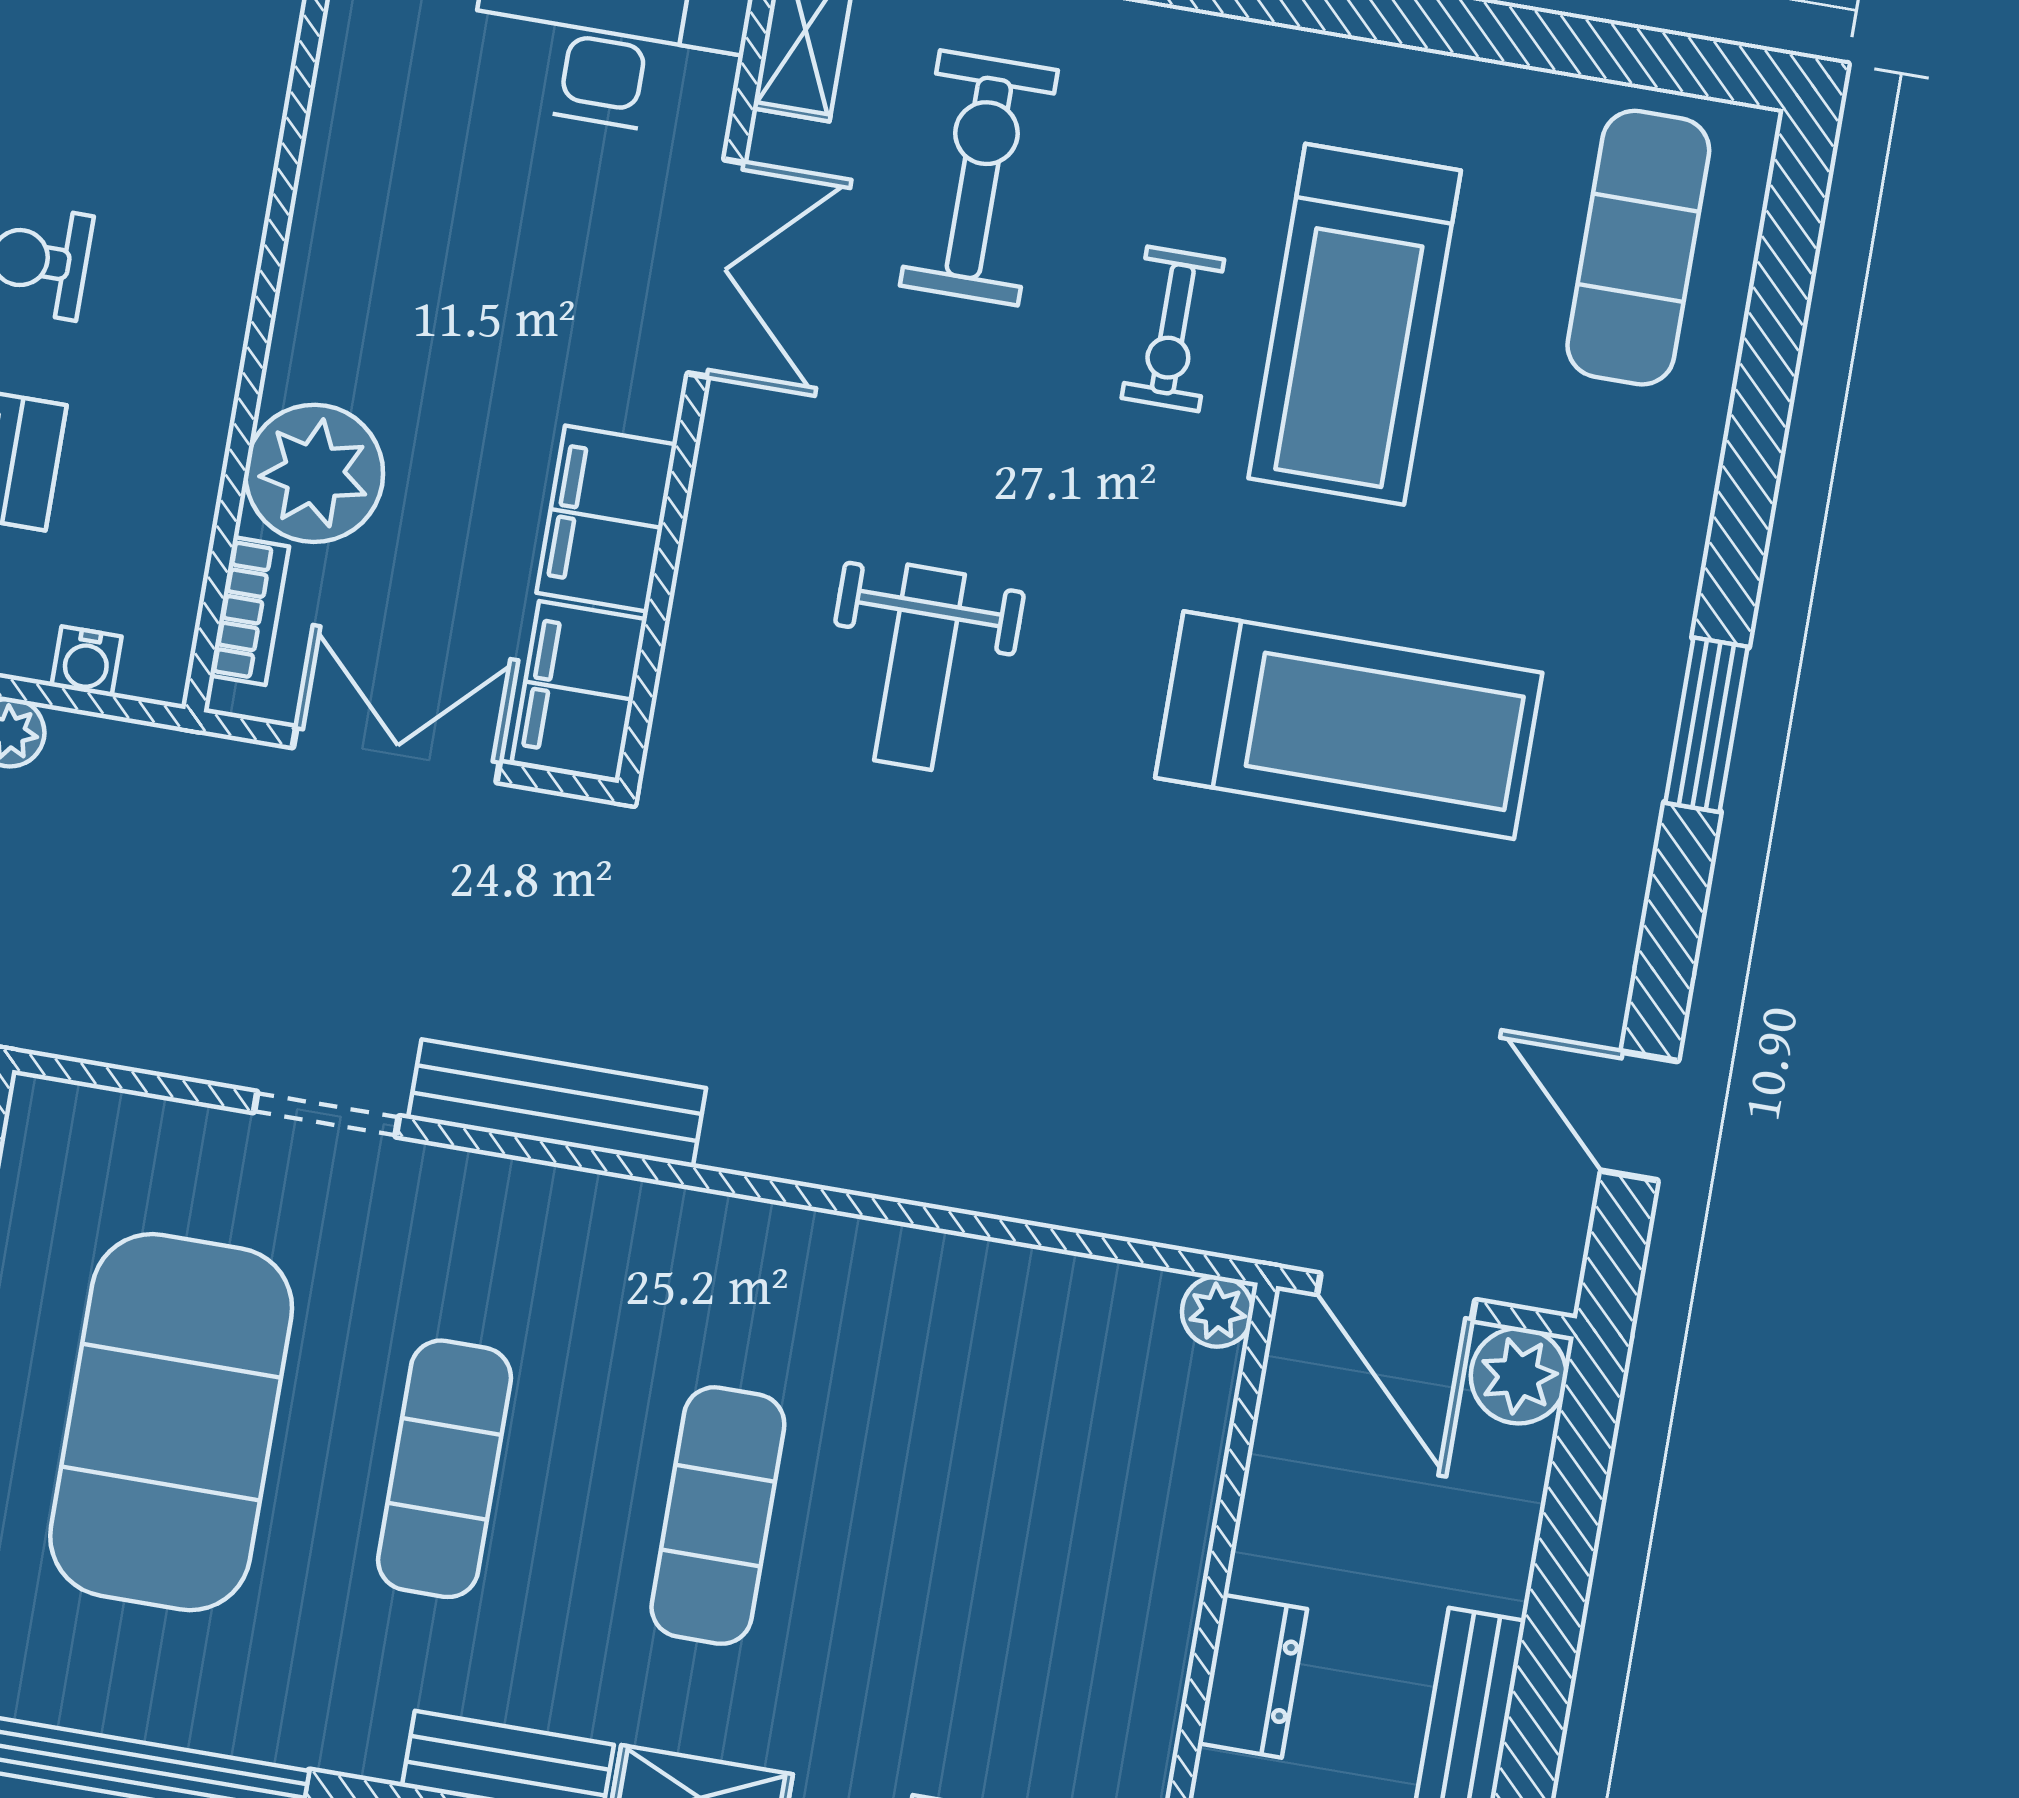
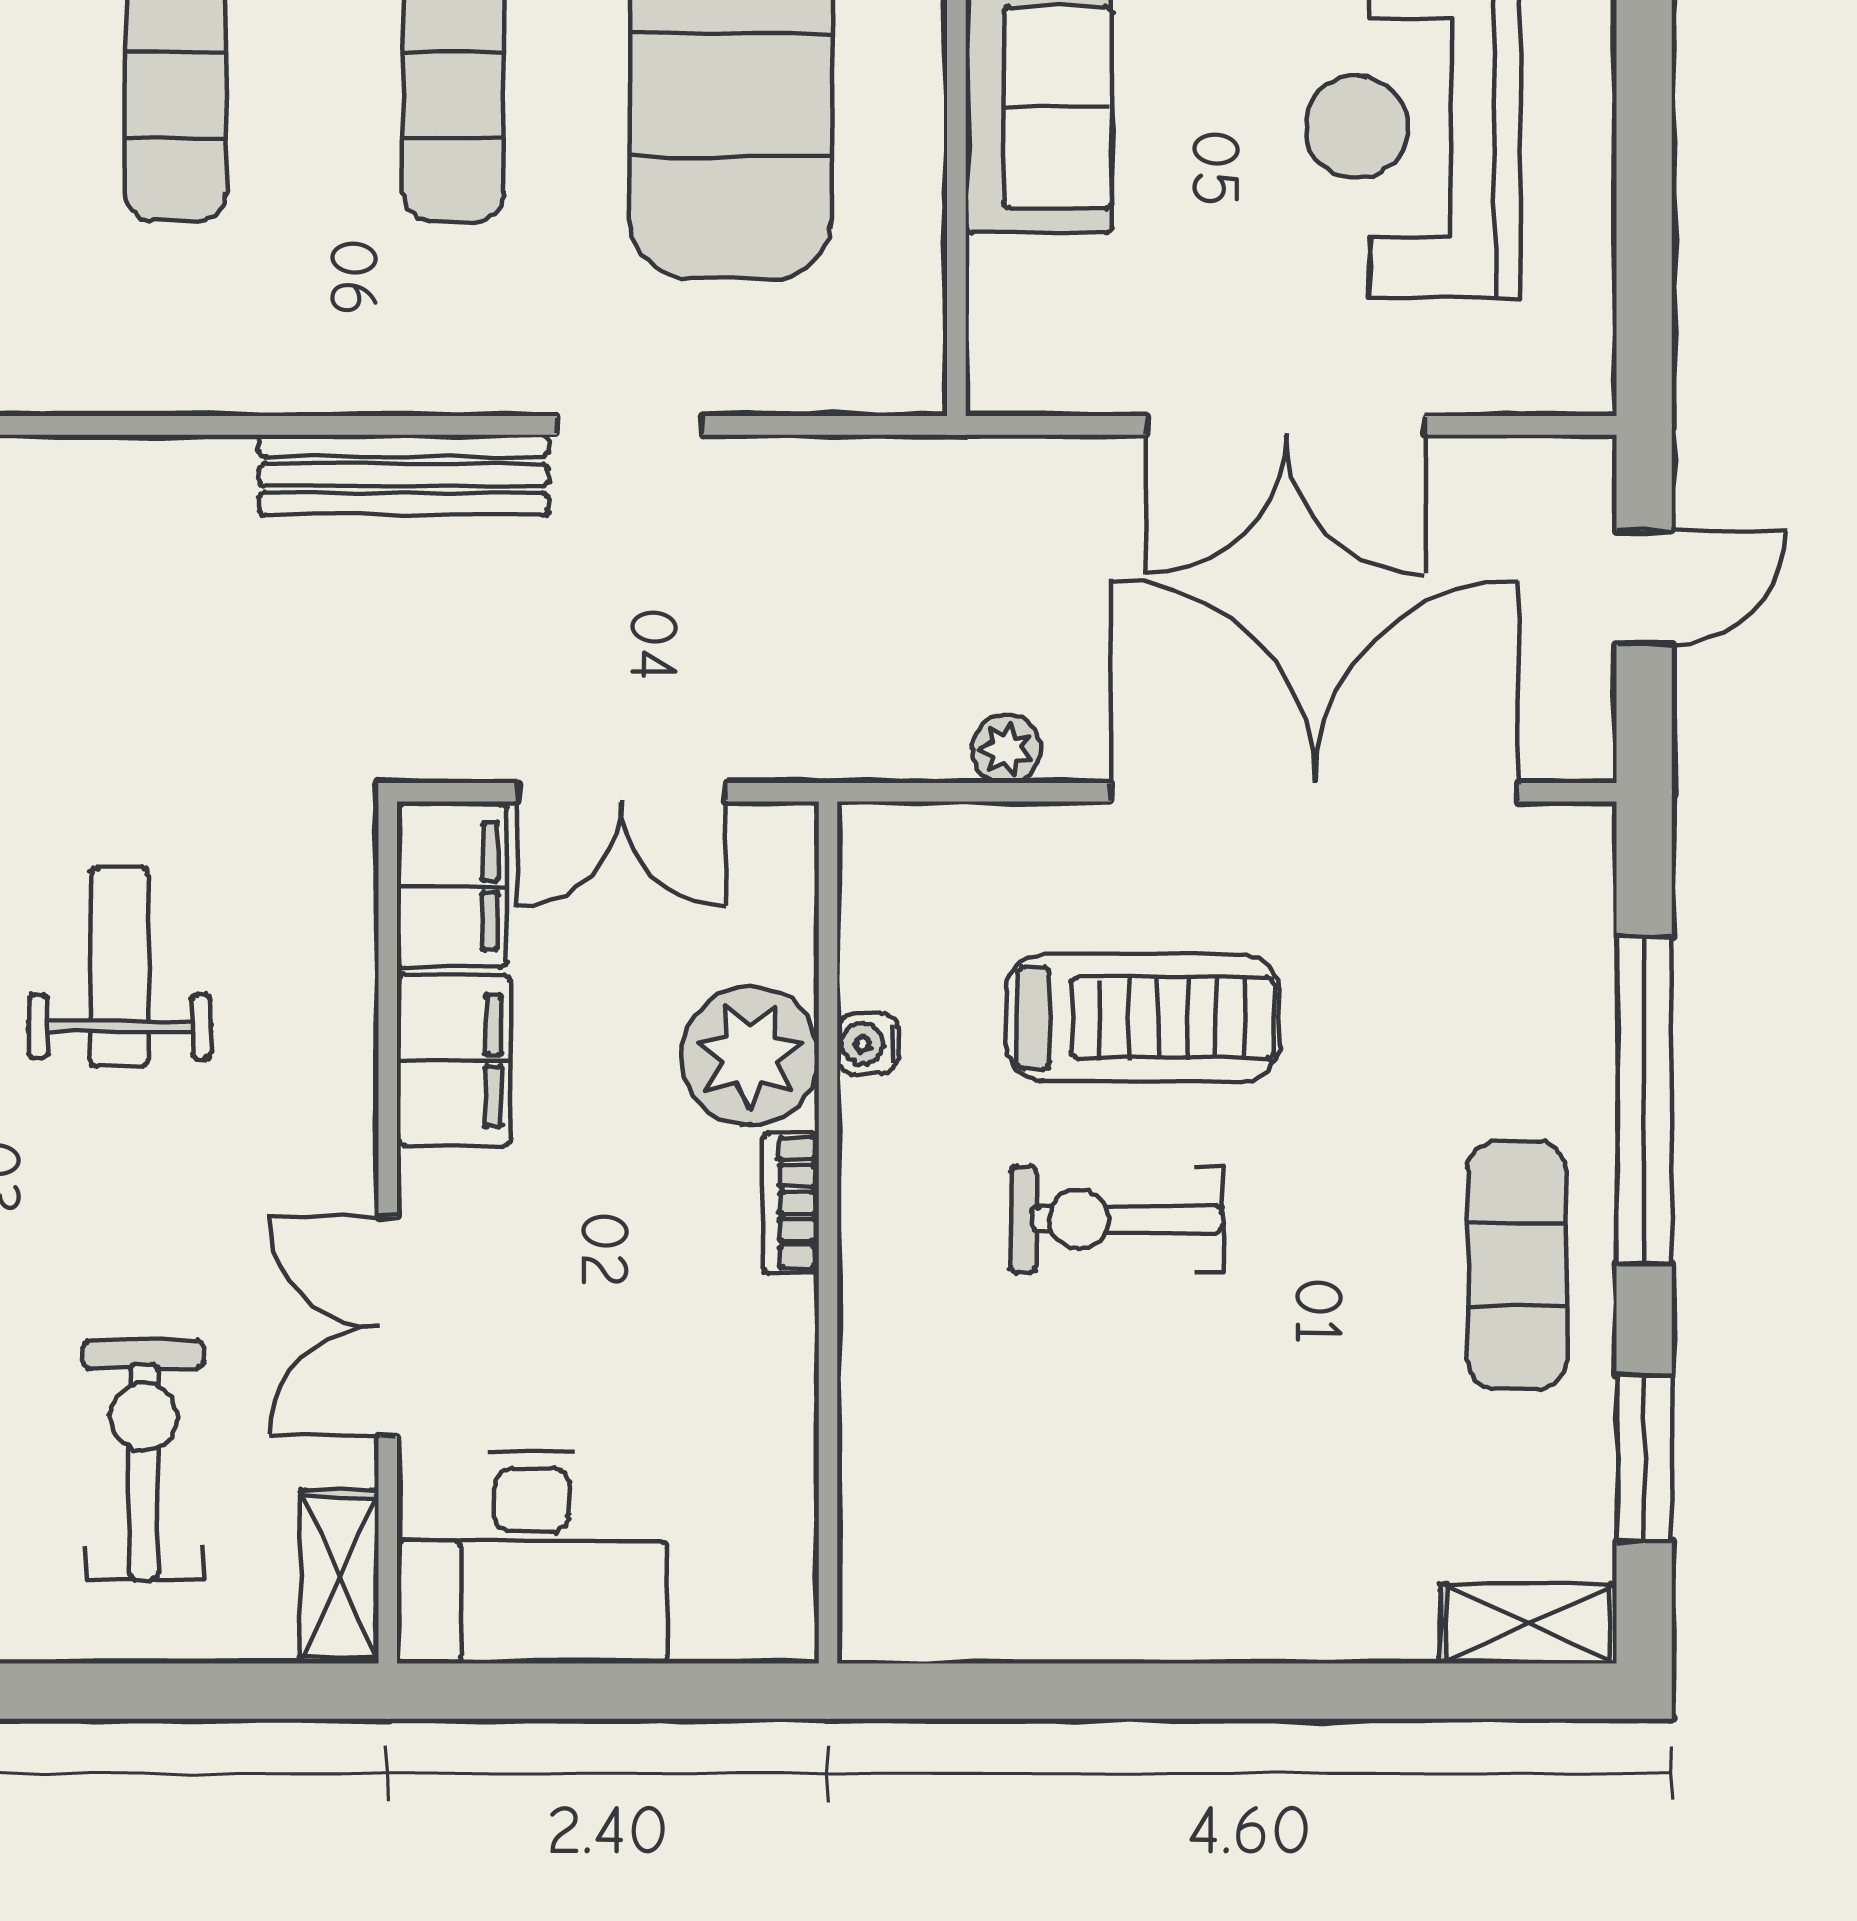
exercise bike: (979, 178) -> (144, 1460), turned 180
bookcase: (249, 611) -> (791, 1203), moved
water cooler: (87, 661) -> (868, 1044), moved, turned -90

